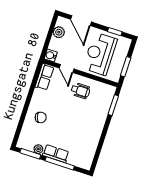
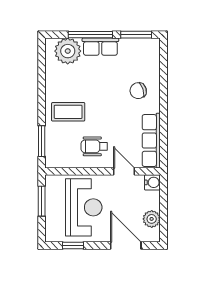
row of seats: (44, 77) -> (151, 141), width x1.48
coffee table: (90, 118) -> (68, 112), added
plant: (38, 149) -> (68, 51), moved, width x1.87, depth x1.87

